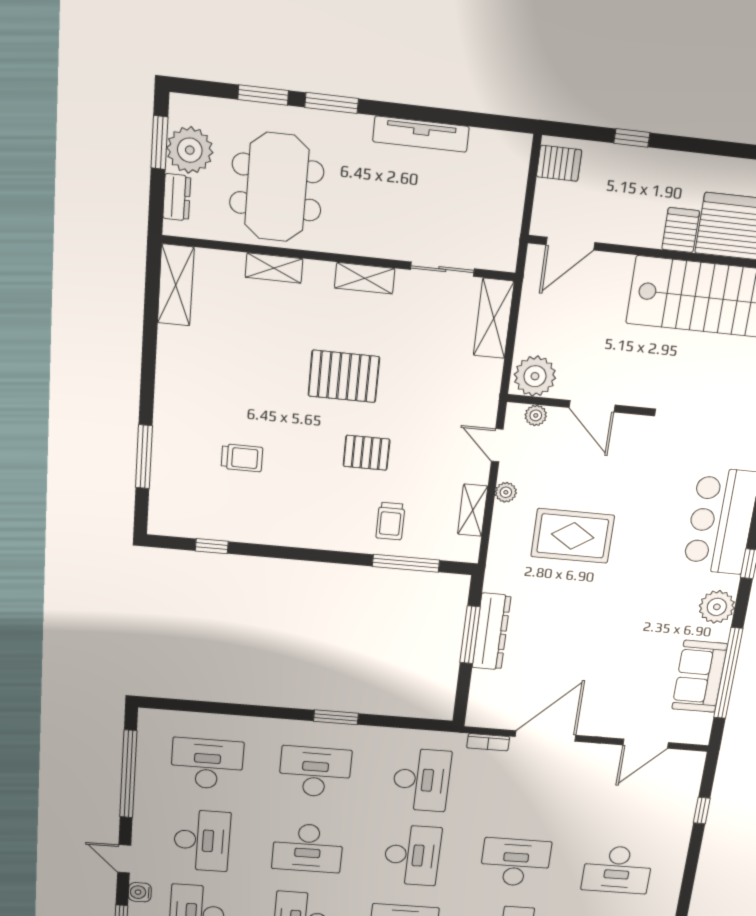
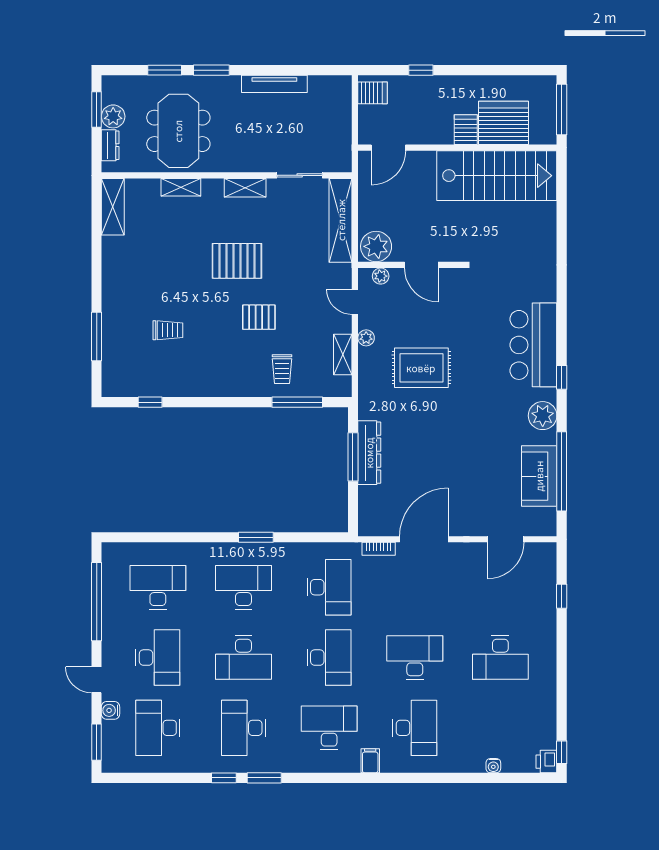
plant: (190, 150) -> (113, 116), width x0.73, depth x0.73
shelving: (494, 318) -> (341, 220), width x1.47

